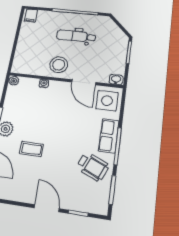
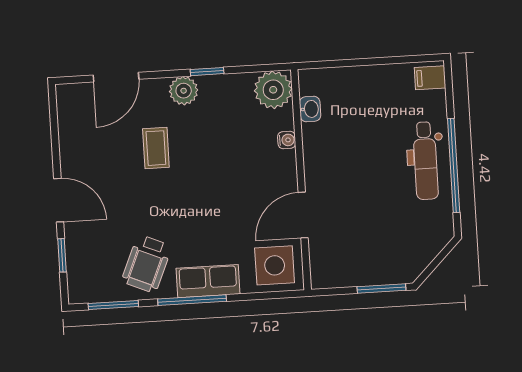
dental chair: (76, 36) -> (425, 161), moved, turned 180
stool: (59, 65) -> (331, 159), removed
washbasin: (116, 79) -> (310, 109), moved
plant: (14, 81) -> (273, 90), width x1.88, depth x1.88
door: (47, 208) -> (59, 200), hinge flipped

